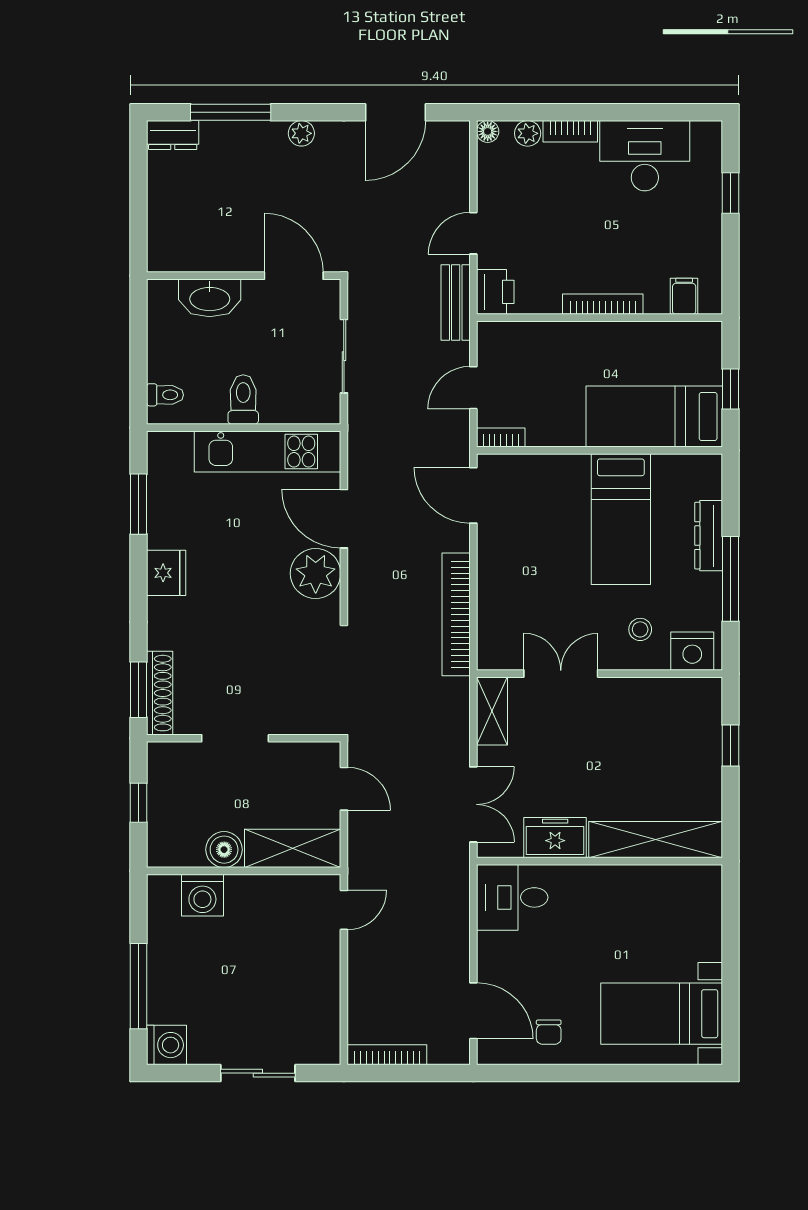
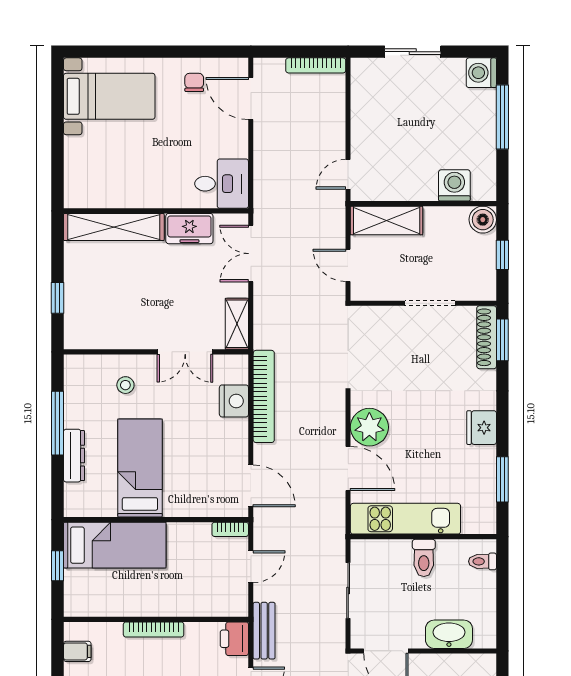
filing cabinet: (684, 296) -> (77, 651), moved, turned -90
nightstand: (692, 651) -> (234, 401), moved, turned 90
boiler: (224, 850) -> (483, 220), moved

